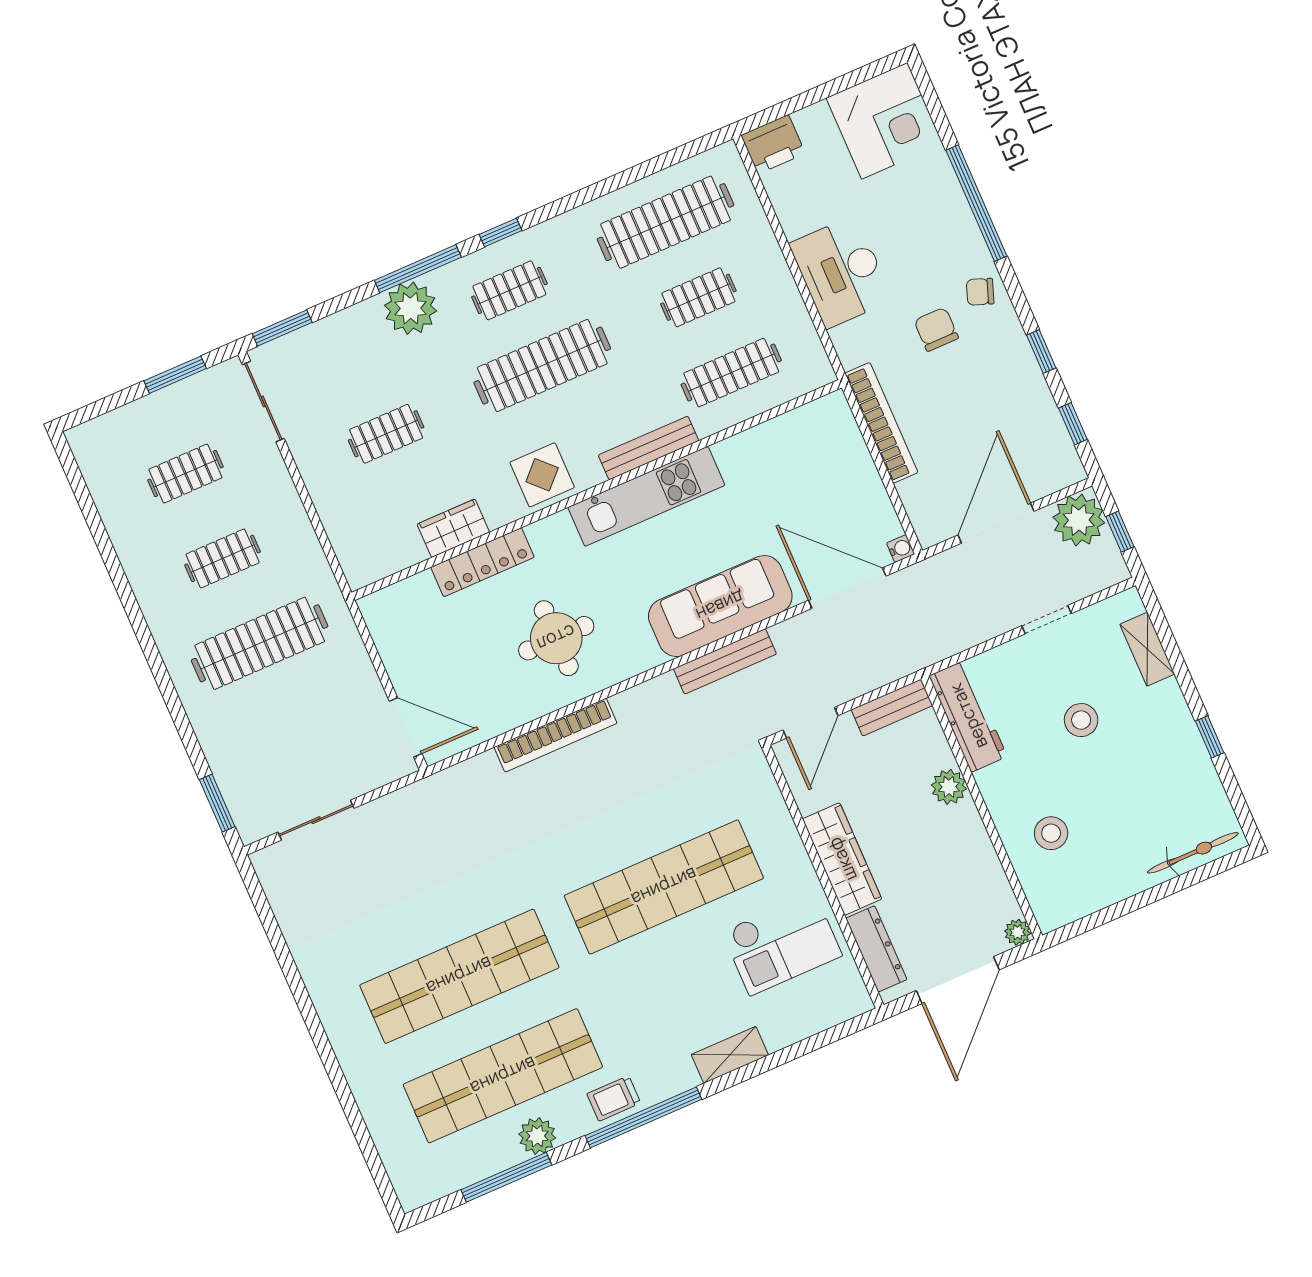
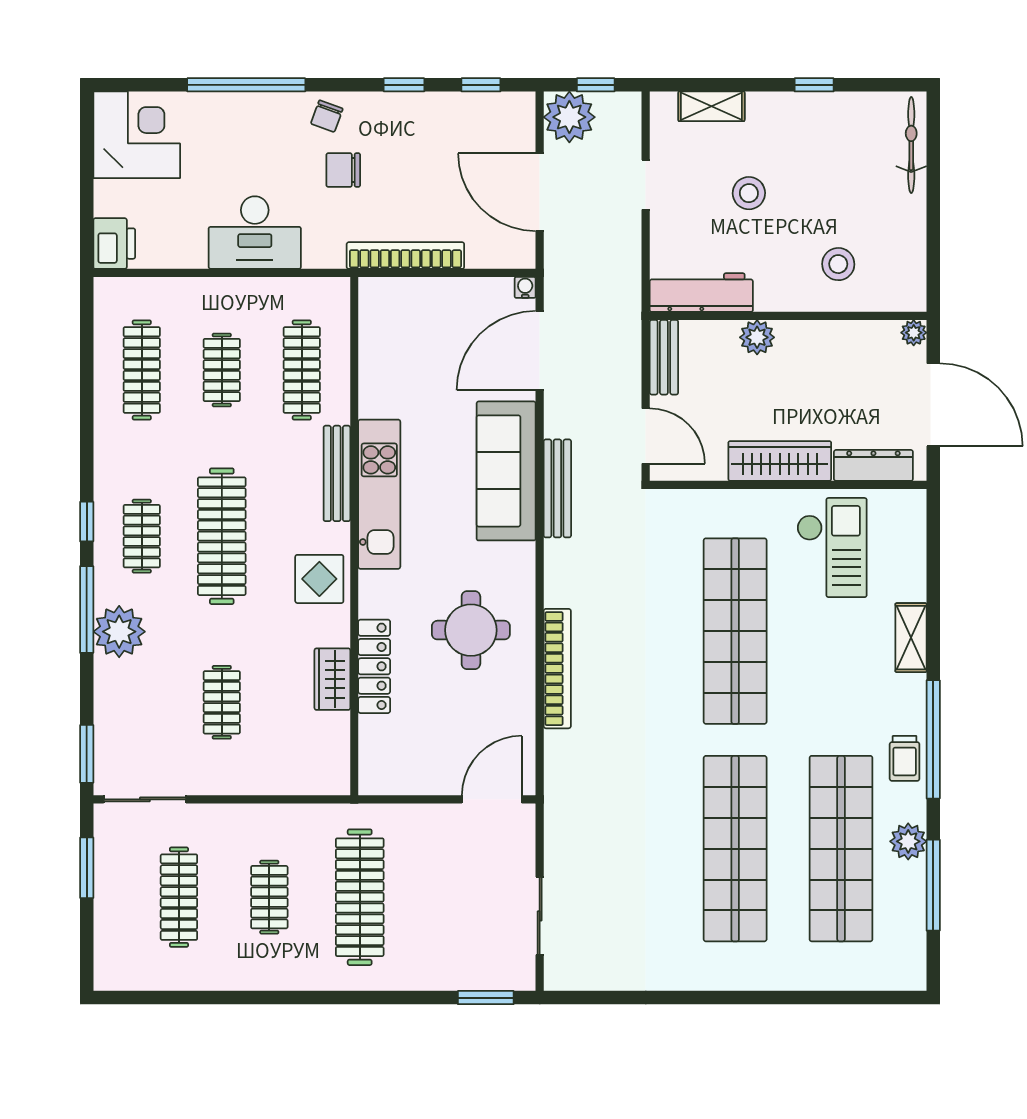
clothes rail: (666, 222) -> (142, 370), width x0.73, depth x0.76
clothes rail: (185, 474) -> (179, 897), width x1.36

